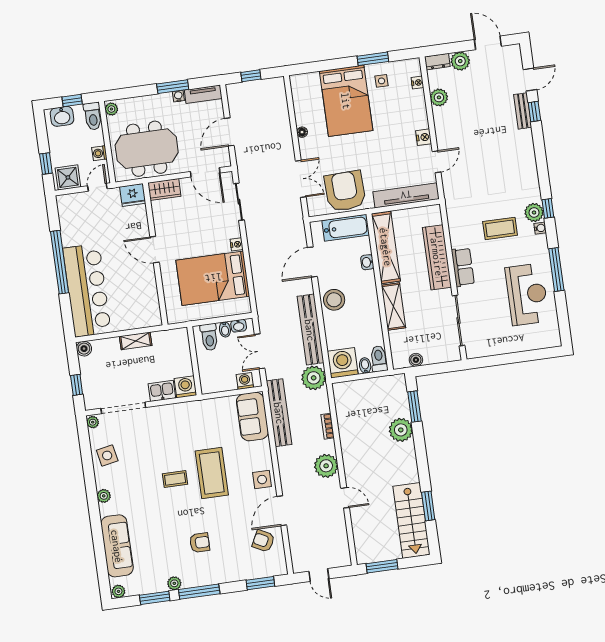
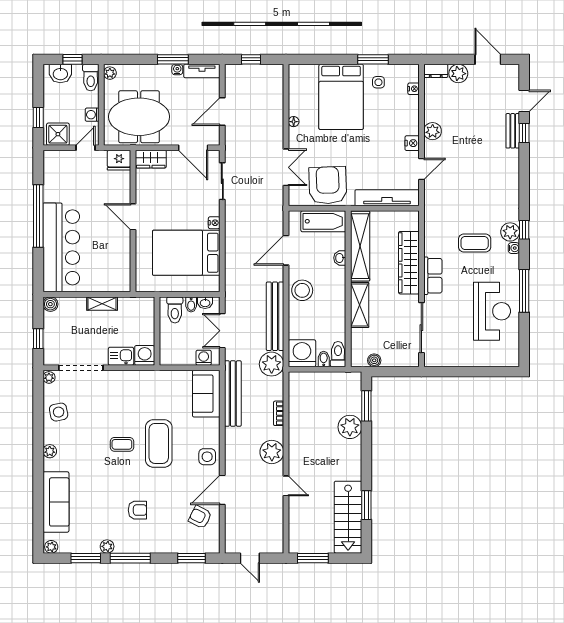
plant: (439, 97) -> (433, 131), moved

